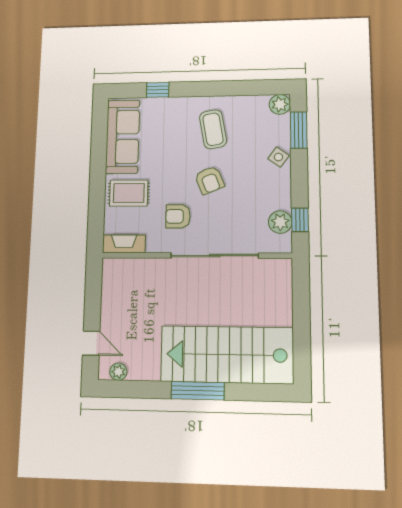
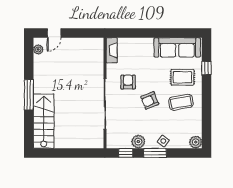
window: (299, 130) -> (155, 153), moved
rug: (129, 193) -> (182, 77), moved, turned 90
plant: (280, 222) -> (138, 142), moved
stairs: (227, 355) -> (44, 121), width x0.73, depth x0.66

